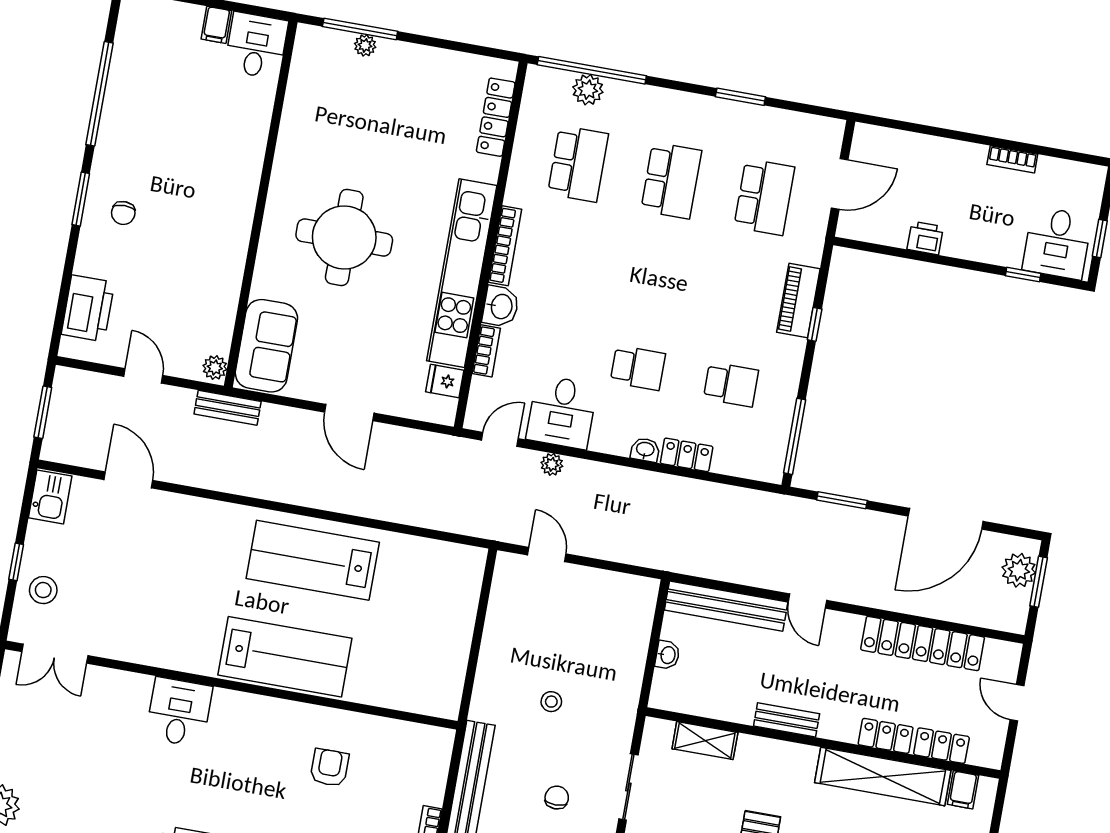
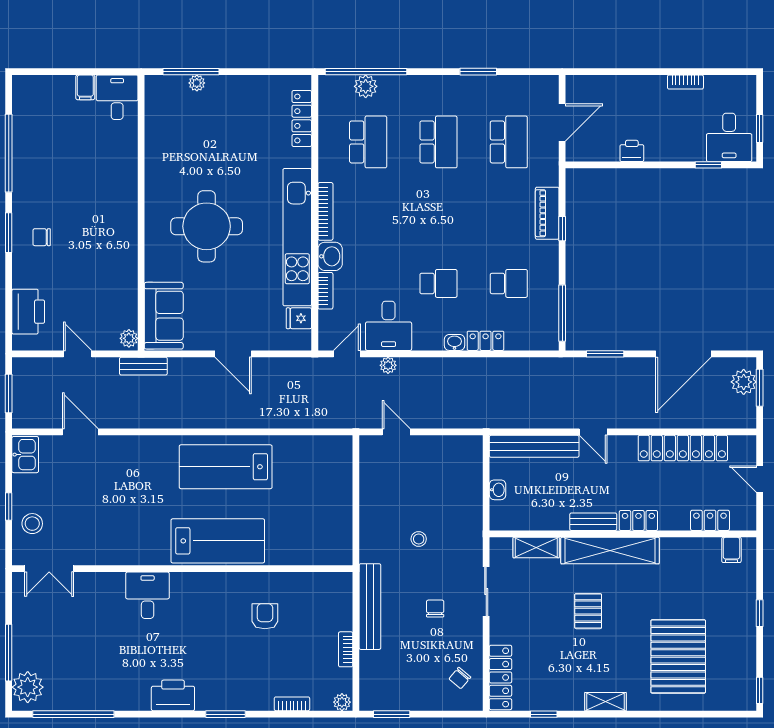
chair: (123, 213) -> (42, 237), turned 90
locker: (886, 736) -> (638, 521), moved
shelving: (883, 776) -> (610, 551), moved

